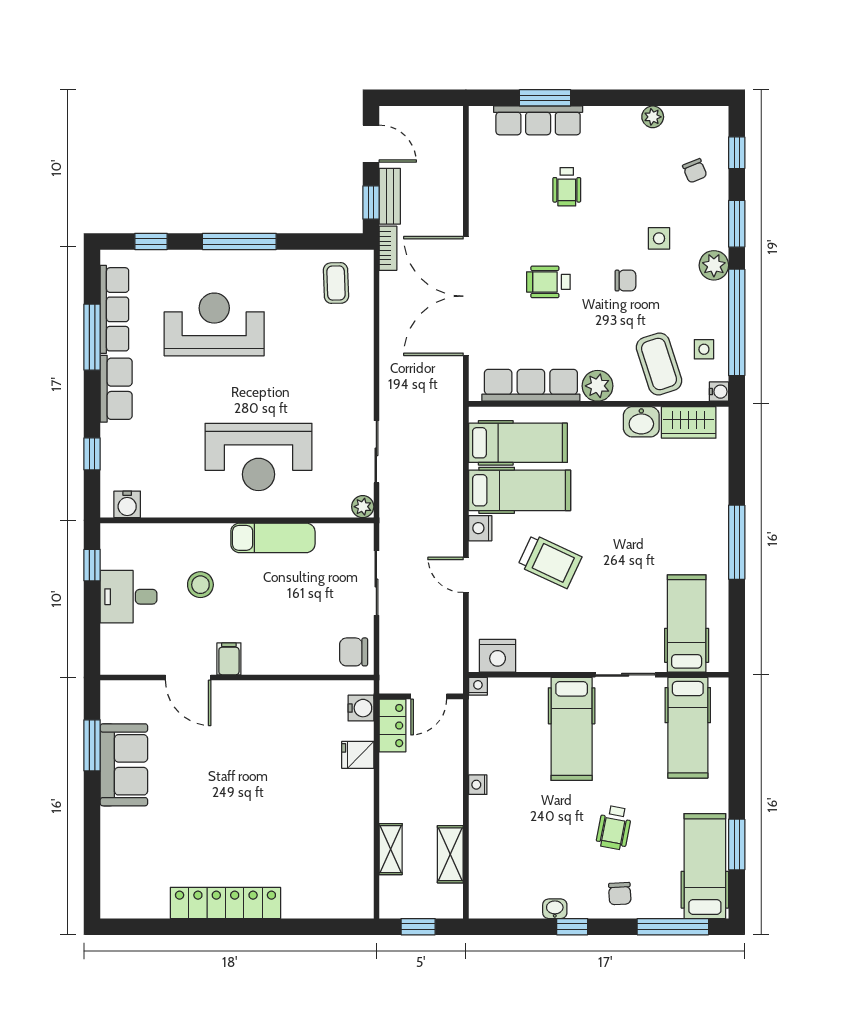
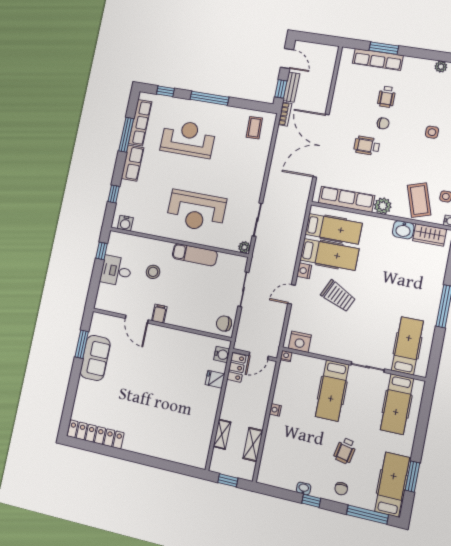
chair: (625, 281) -> (383, 123), moved
door: (466, 575) -> (291, 294), hinge flipped
locker: (225, 903) -> (95, 434), moved

